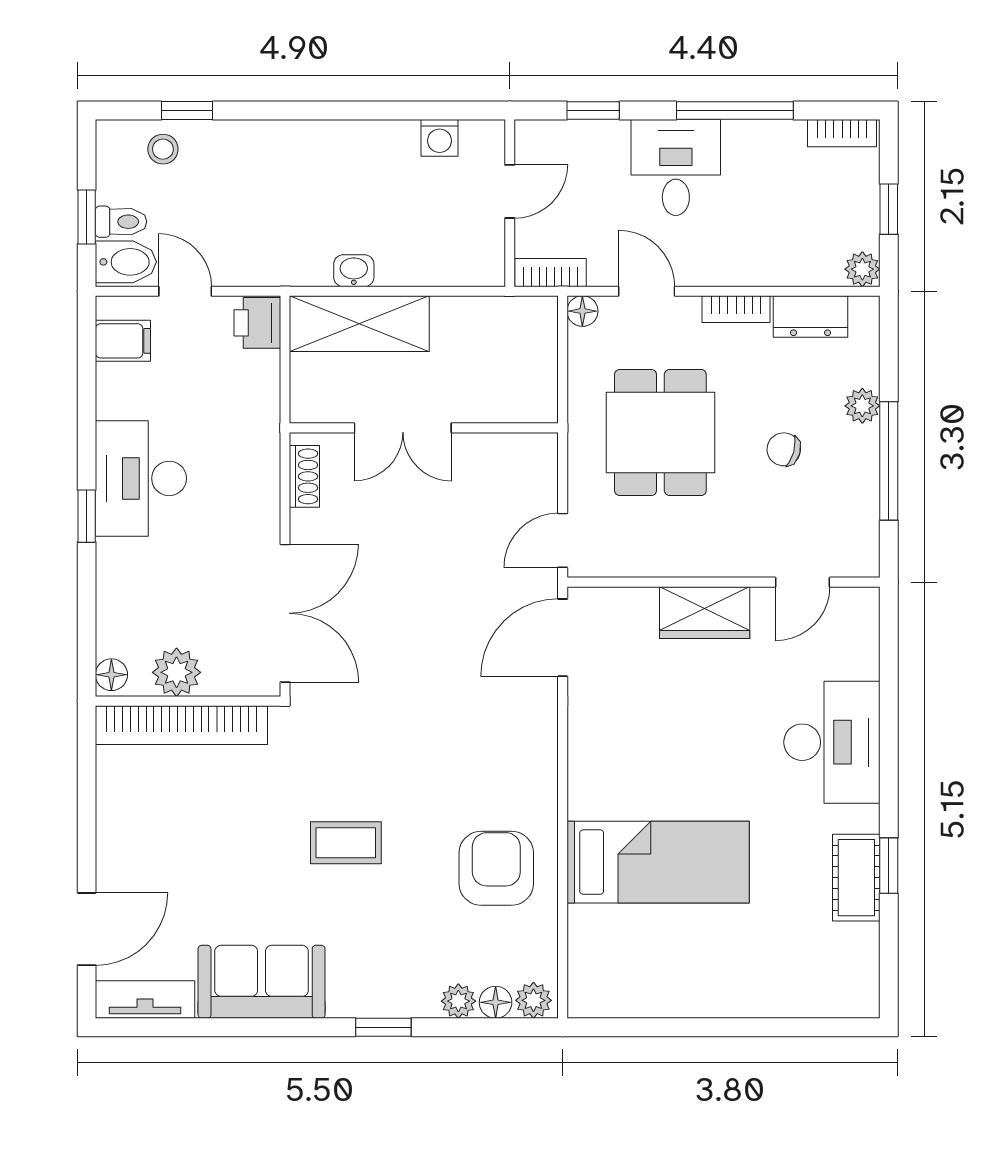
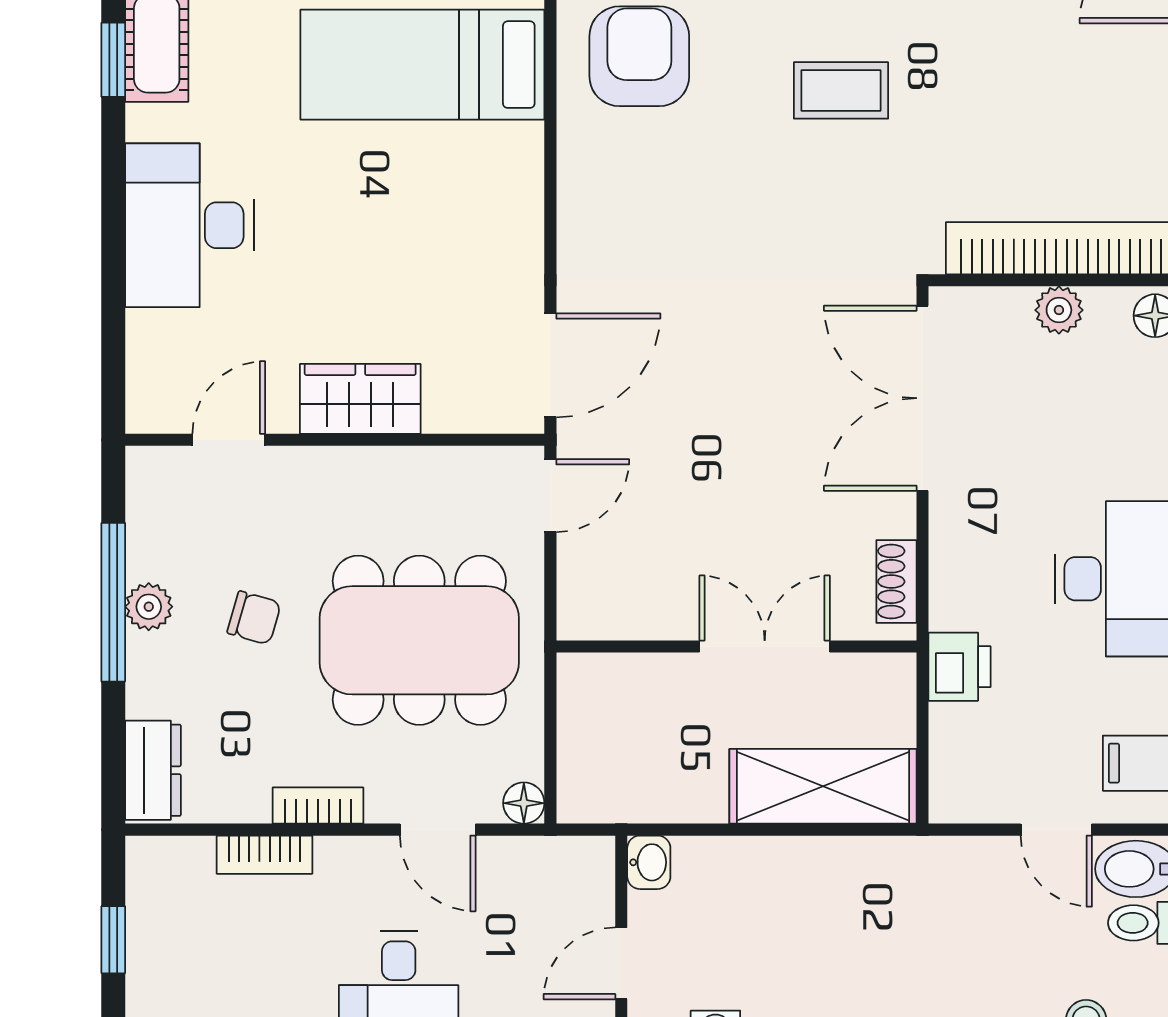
plant: (862, 269) -> (149, 859), removed
washbasin: (354, 271) -> (649, 862), moved, turned -90
bookcase: (550, 273) -> (265, 855), moved
dresser: (811, 316) -> (153, 770), moved, turned 90
printer: (257, 323) -> (959, 667), moved
plant: (862, 406) -> (149, 607), moved
dining table: (660, 433) -> (419, 640), width x1.38
plant: (177, 672) -> (1059, 310), width x0.73, depth x0.73
armchair: (496, 868) -> (639, 56), turned 180

